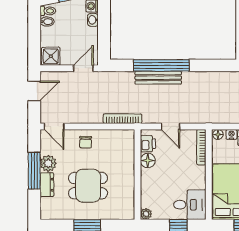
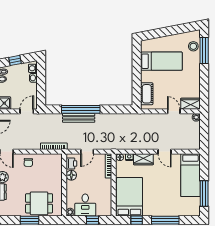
door: (171, 126) -> (87, 152), hinge flipped
dining table: (88, 186) -> (39, 203), moved
desk: (190, 205) -> (85, 205), moved, turned 90

